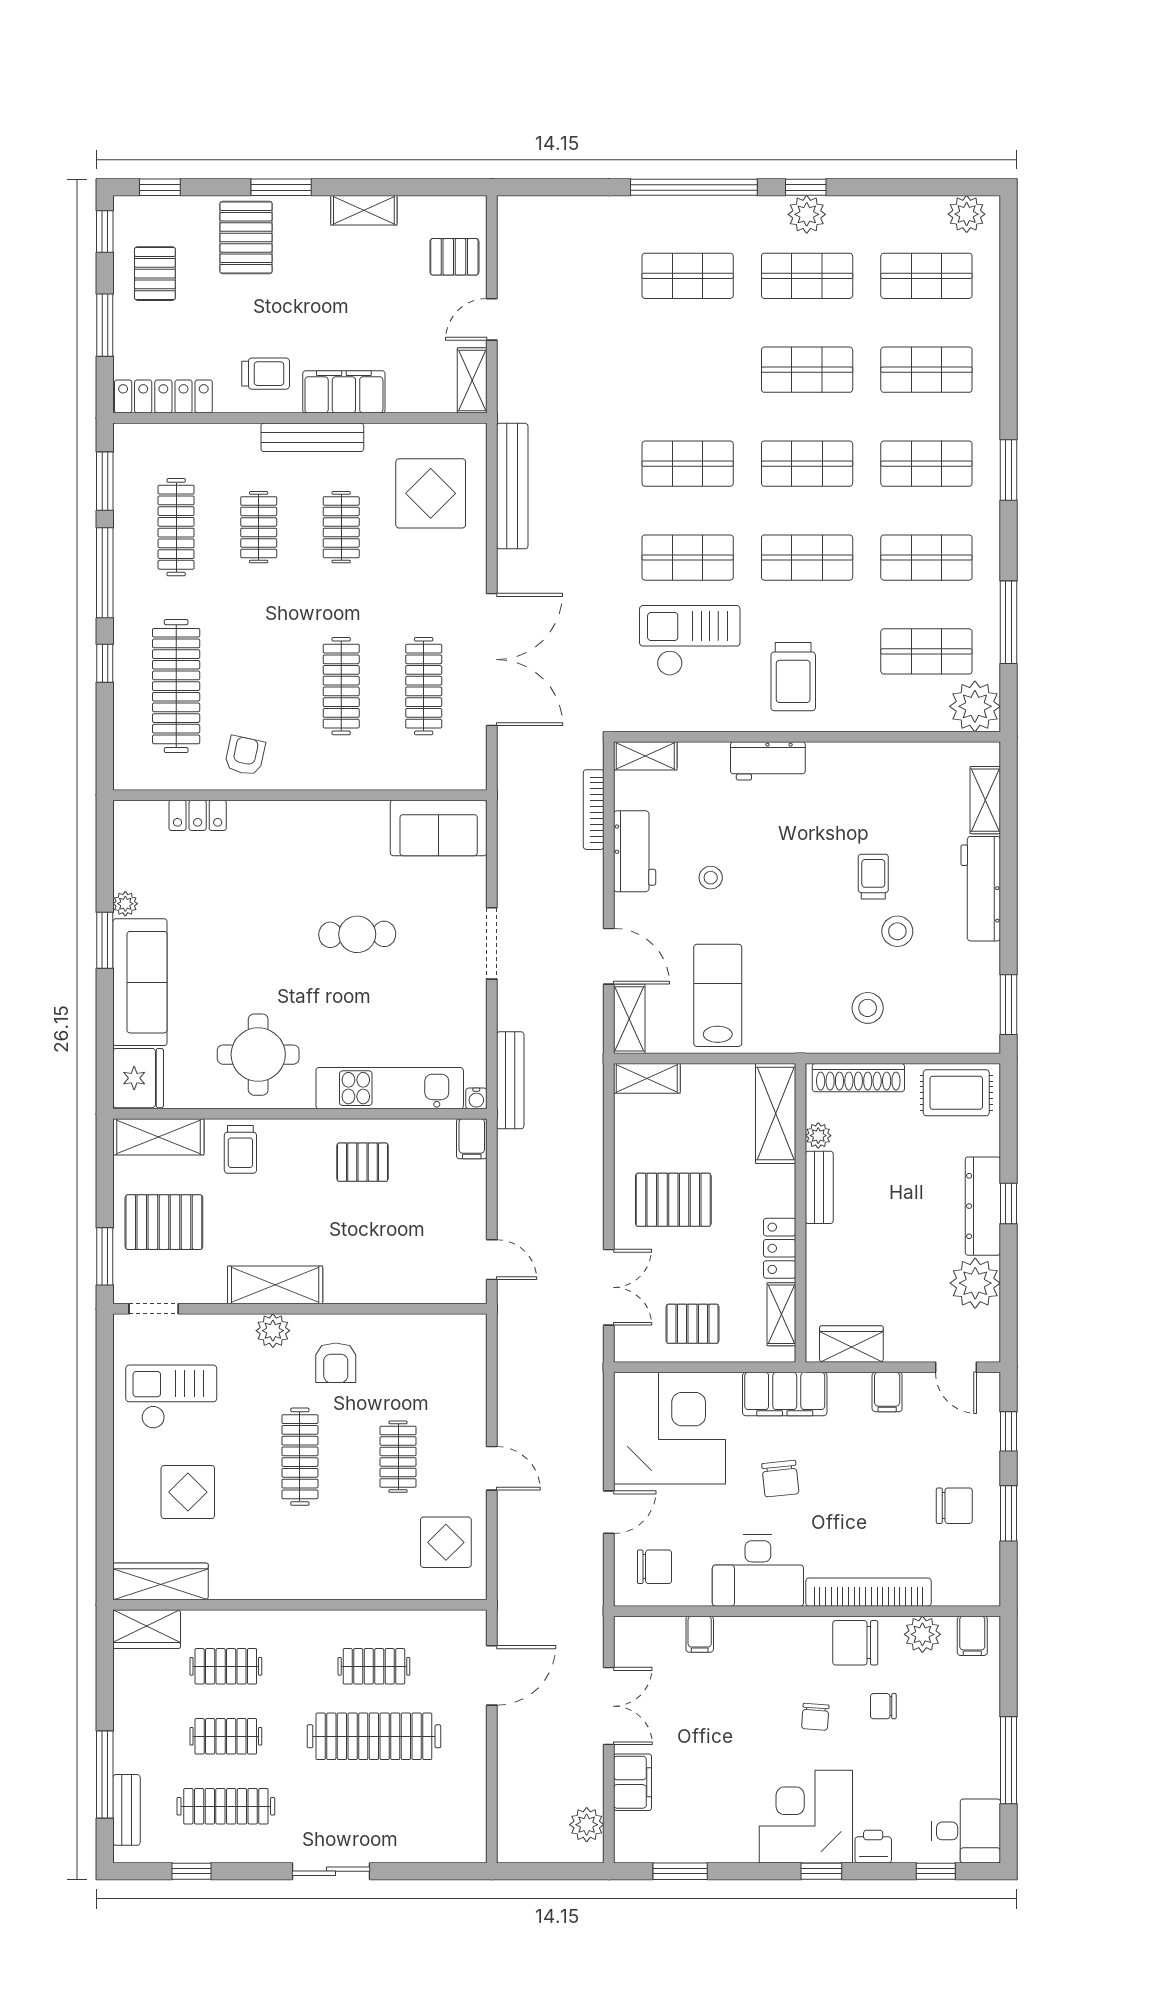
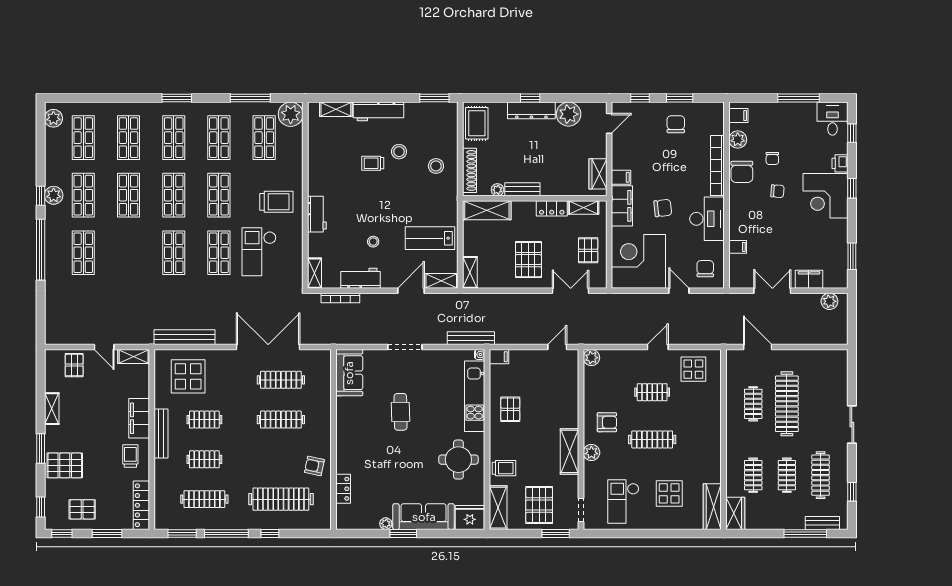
plant: (470, 1331) -> (591, 358), added
filing cabinet: (887, 1392) -> (621, 177), moved

